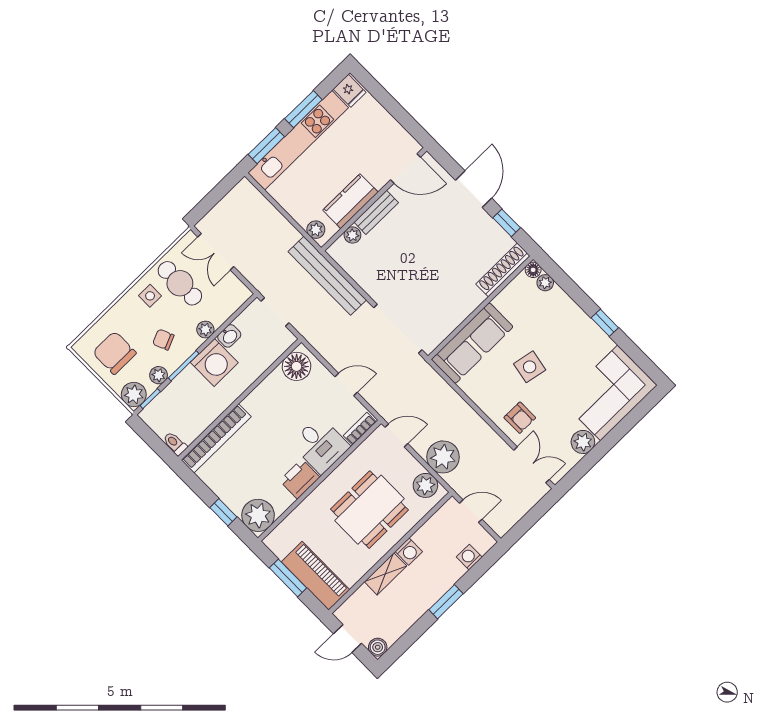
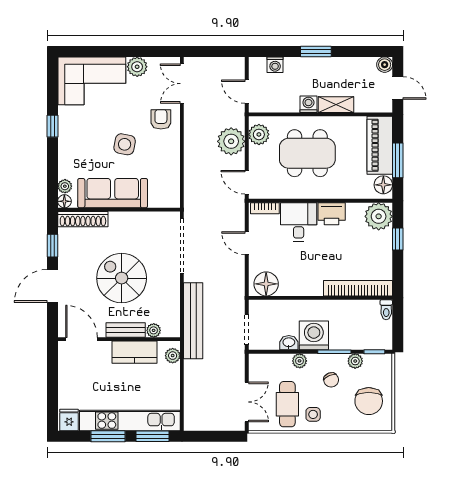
spiral stairs: (422, 253) -> (122, 278), added
sofa: (472, 343) -> (113, 193), moved
plant: (134, 395) -> (382, 364), removed
floor lamp: (280, 546) -> (383, 185), added

